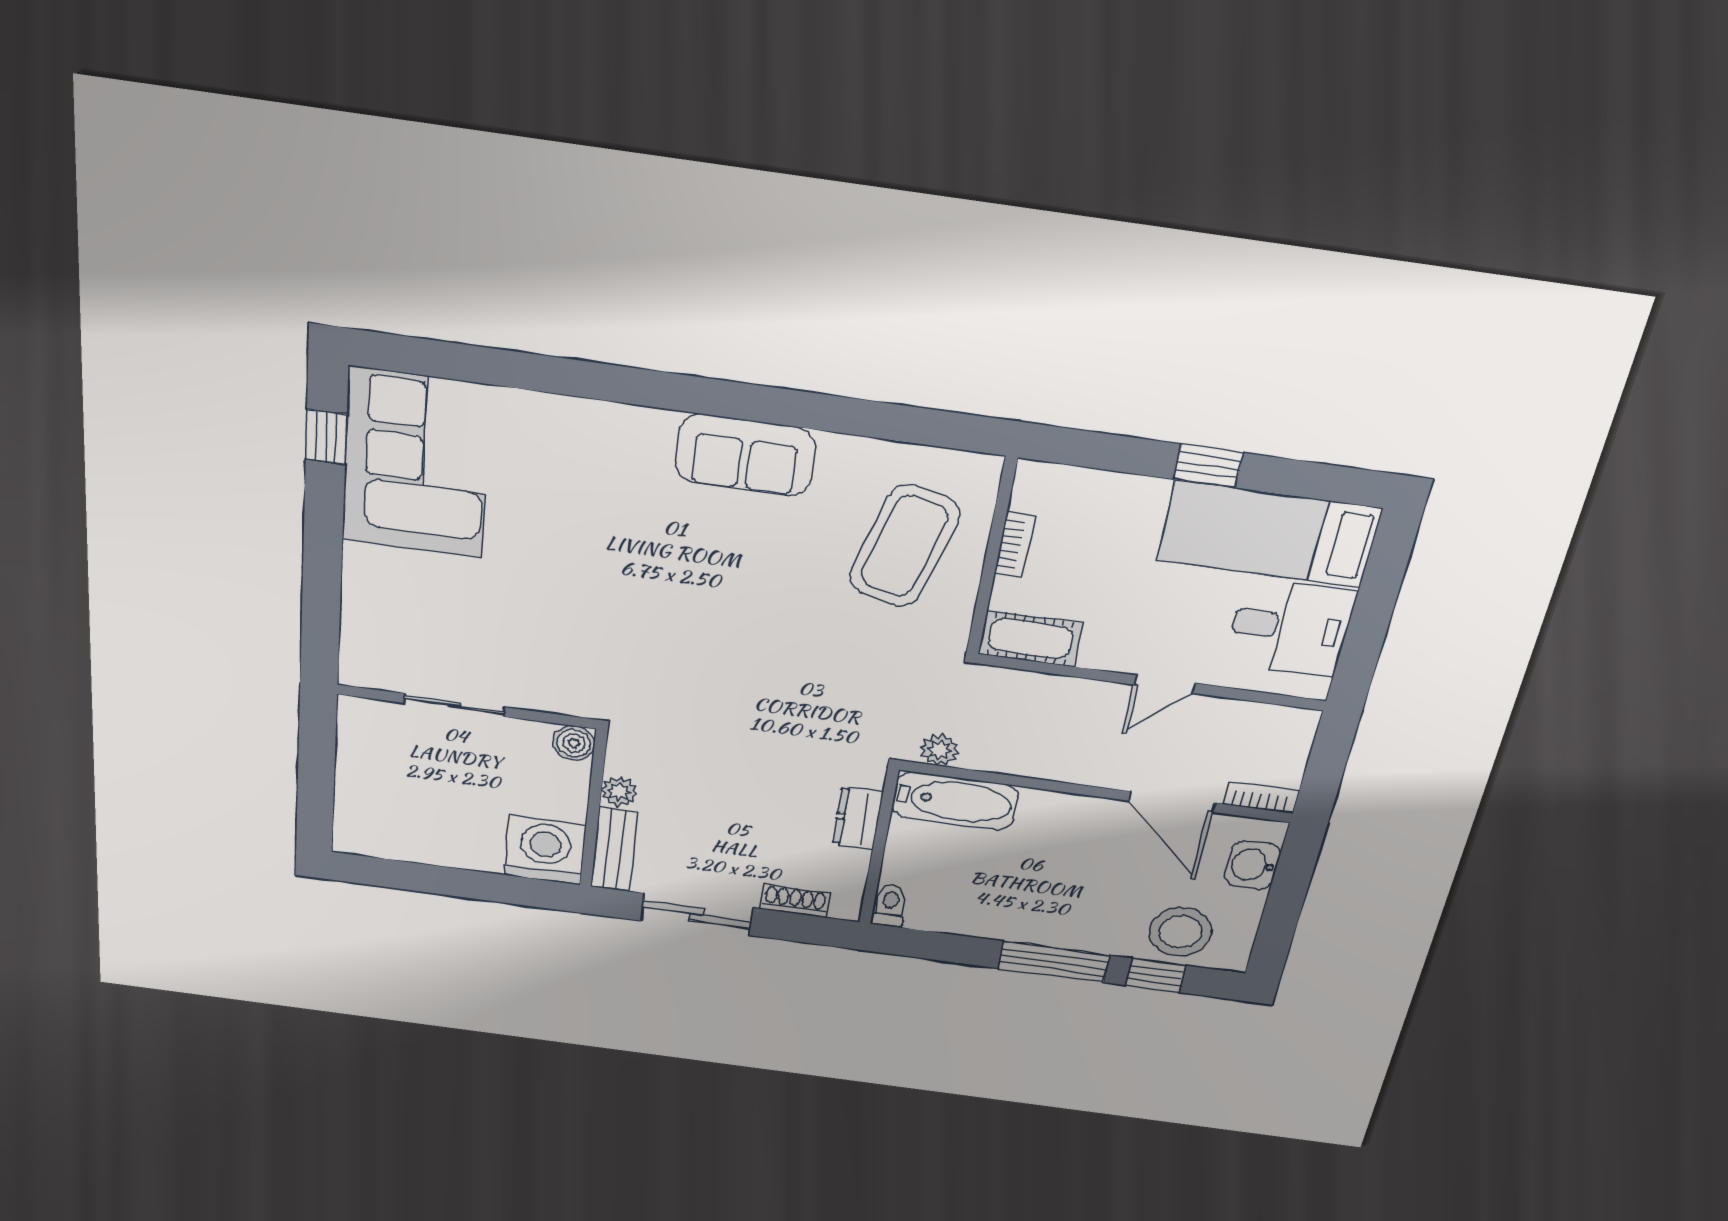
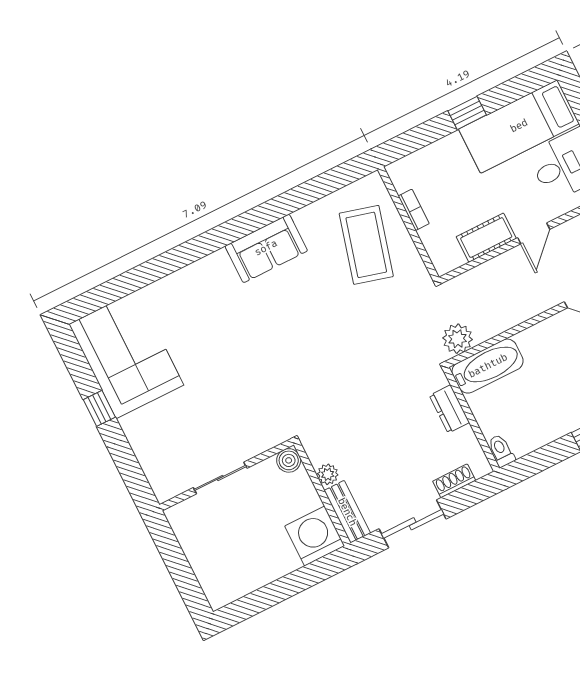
window: (326, 437) -> (99, 408), moved
cot: (1031, 639) -> (486, 238), moved
plant: (939, 750) -> (458, 339), width x1.38, depth x1.38

